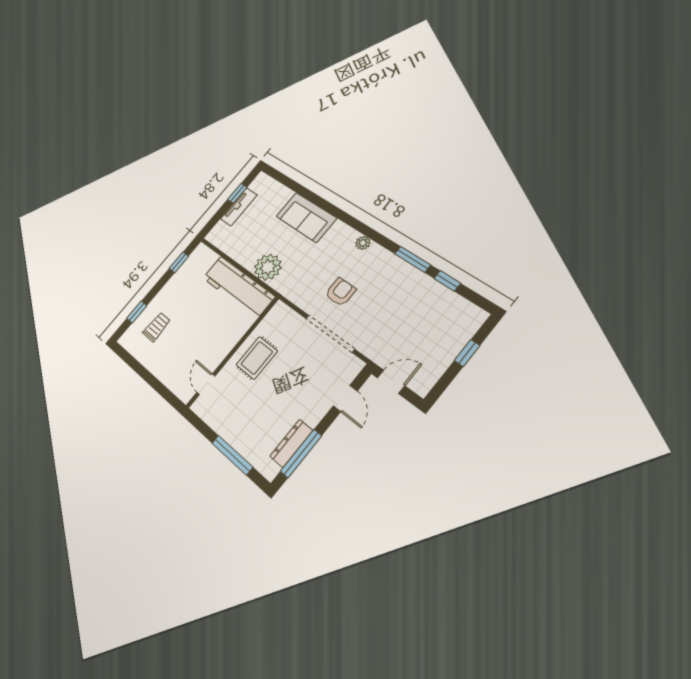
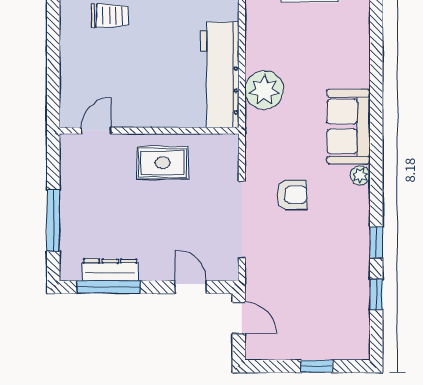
sofa: (306, 217) -> (348, 127), moved
window: (413, 259) -> (376, 242), width x0.67
door: (345, 398) -> (191, 287), swing flipped

